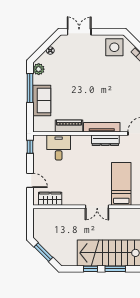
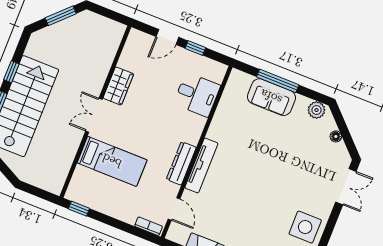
window: (30, 88) -> (278, 81), moved
piano: (69, 126) -> (221, 121), removed
window: (30, 147) -> (195, 48), moved
wardrobe: (50, 199) -> (118, 86), moved

